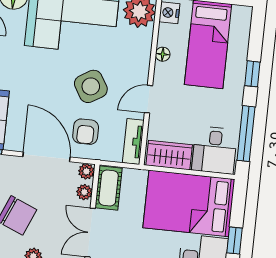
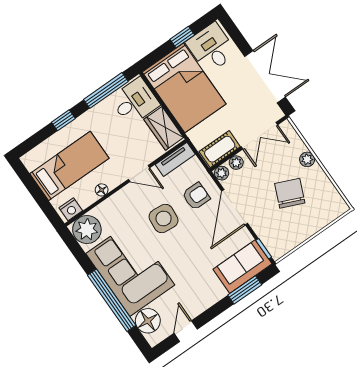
side table: (91, 86) -> (164, 219), turned 36

